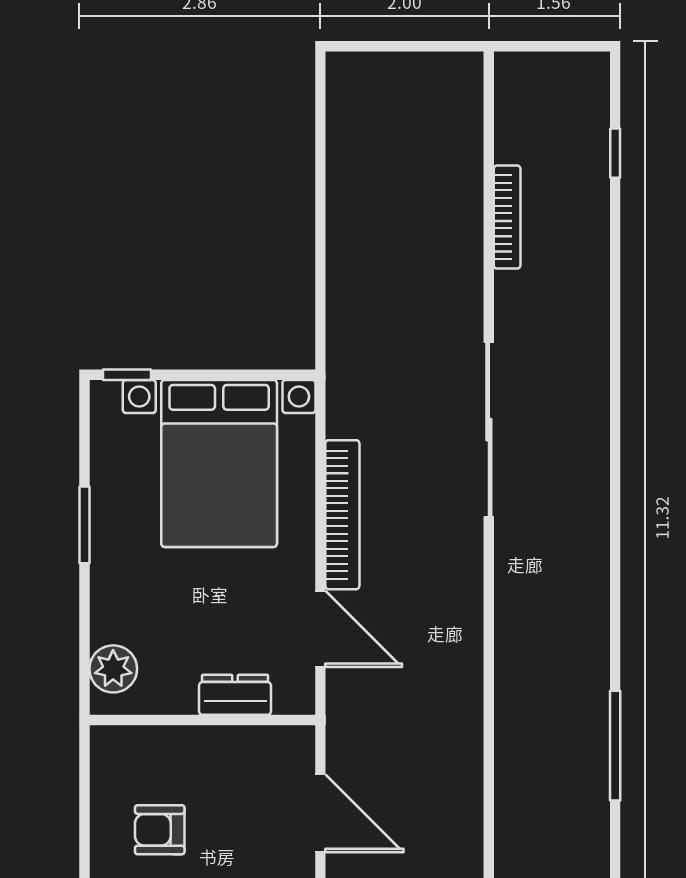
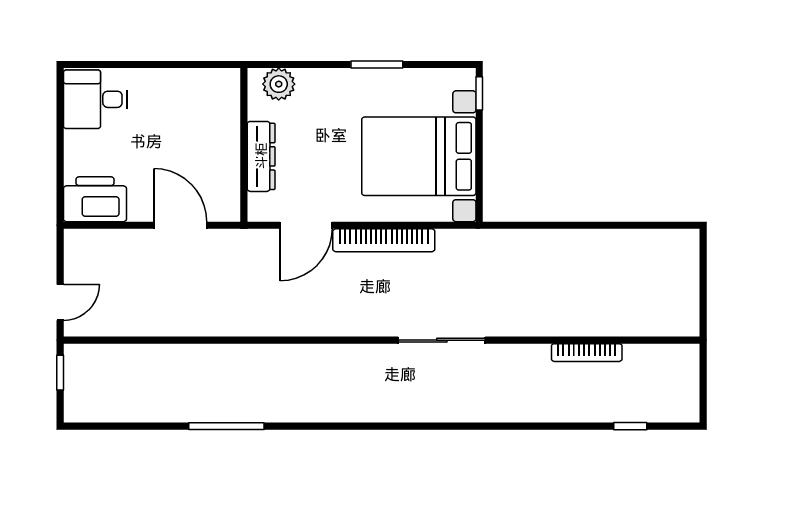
sliding door: (489, 430) -> (442, 340), width x0.73
dresser: (235, 695) -> (261, 156), width x1.44
door: (320, 813) -> (180, 225), swing flipped
armchair: (160, 830) -> (169, 116), removed

